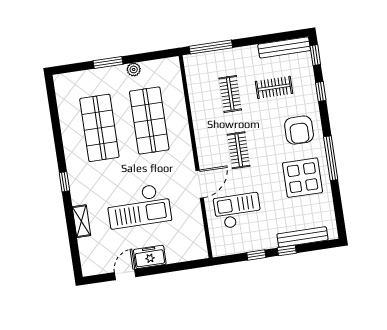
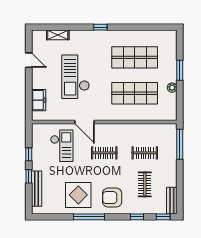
bench: (284, 47) -> (172, 201), width x0.73
shelving: (81, 221) -> (58, 35), moved
freezer: (150, 257) -> (39, 100), moved

